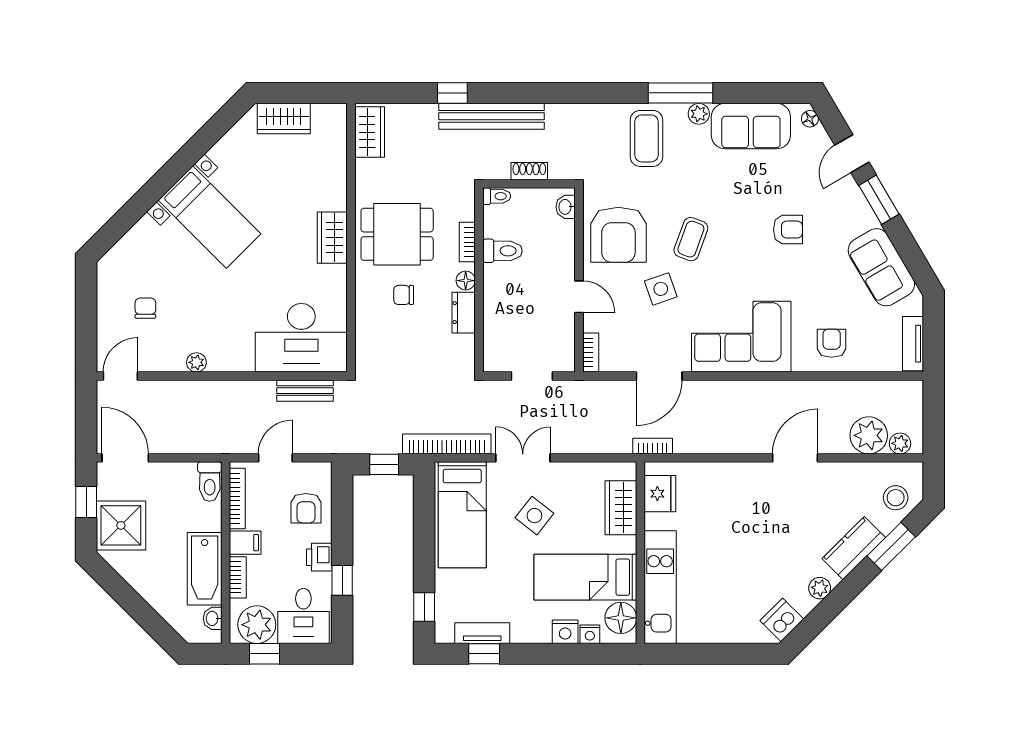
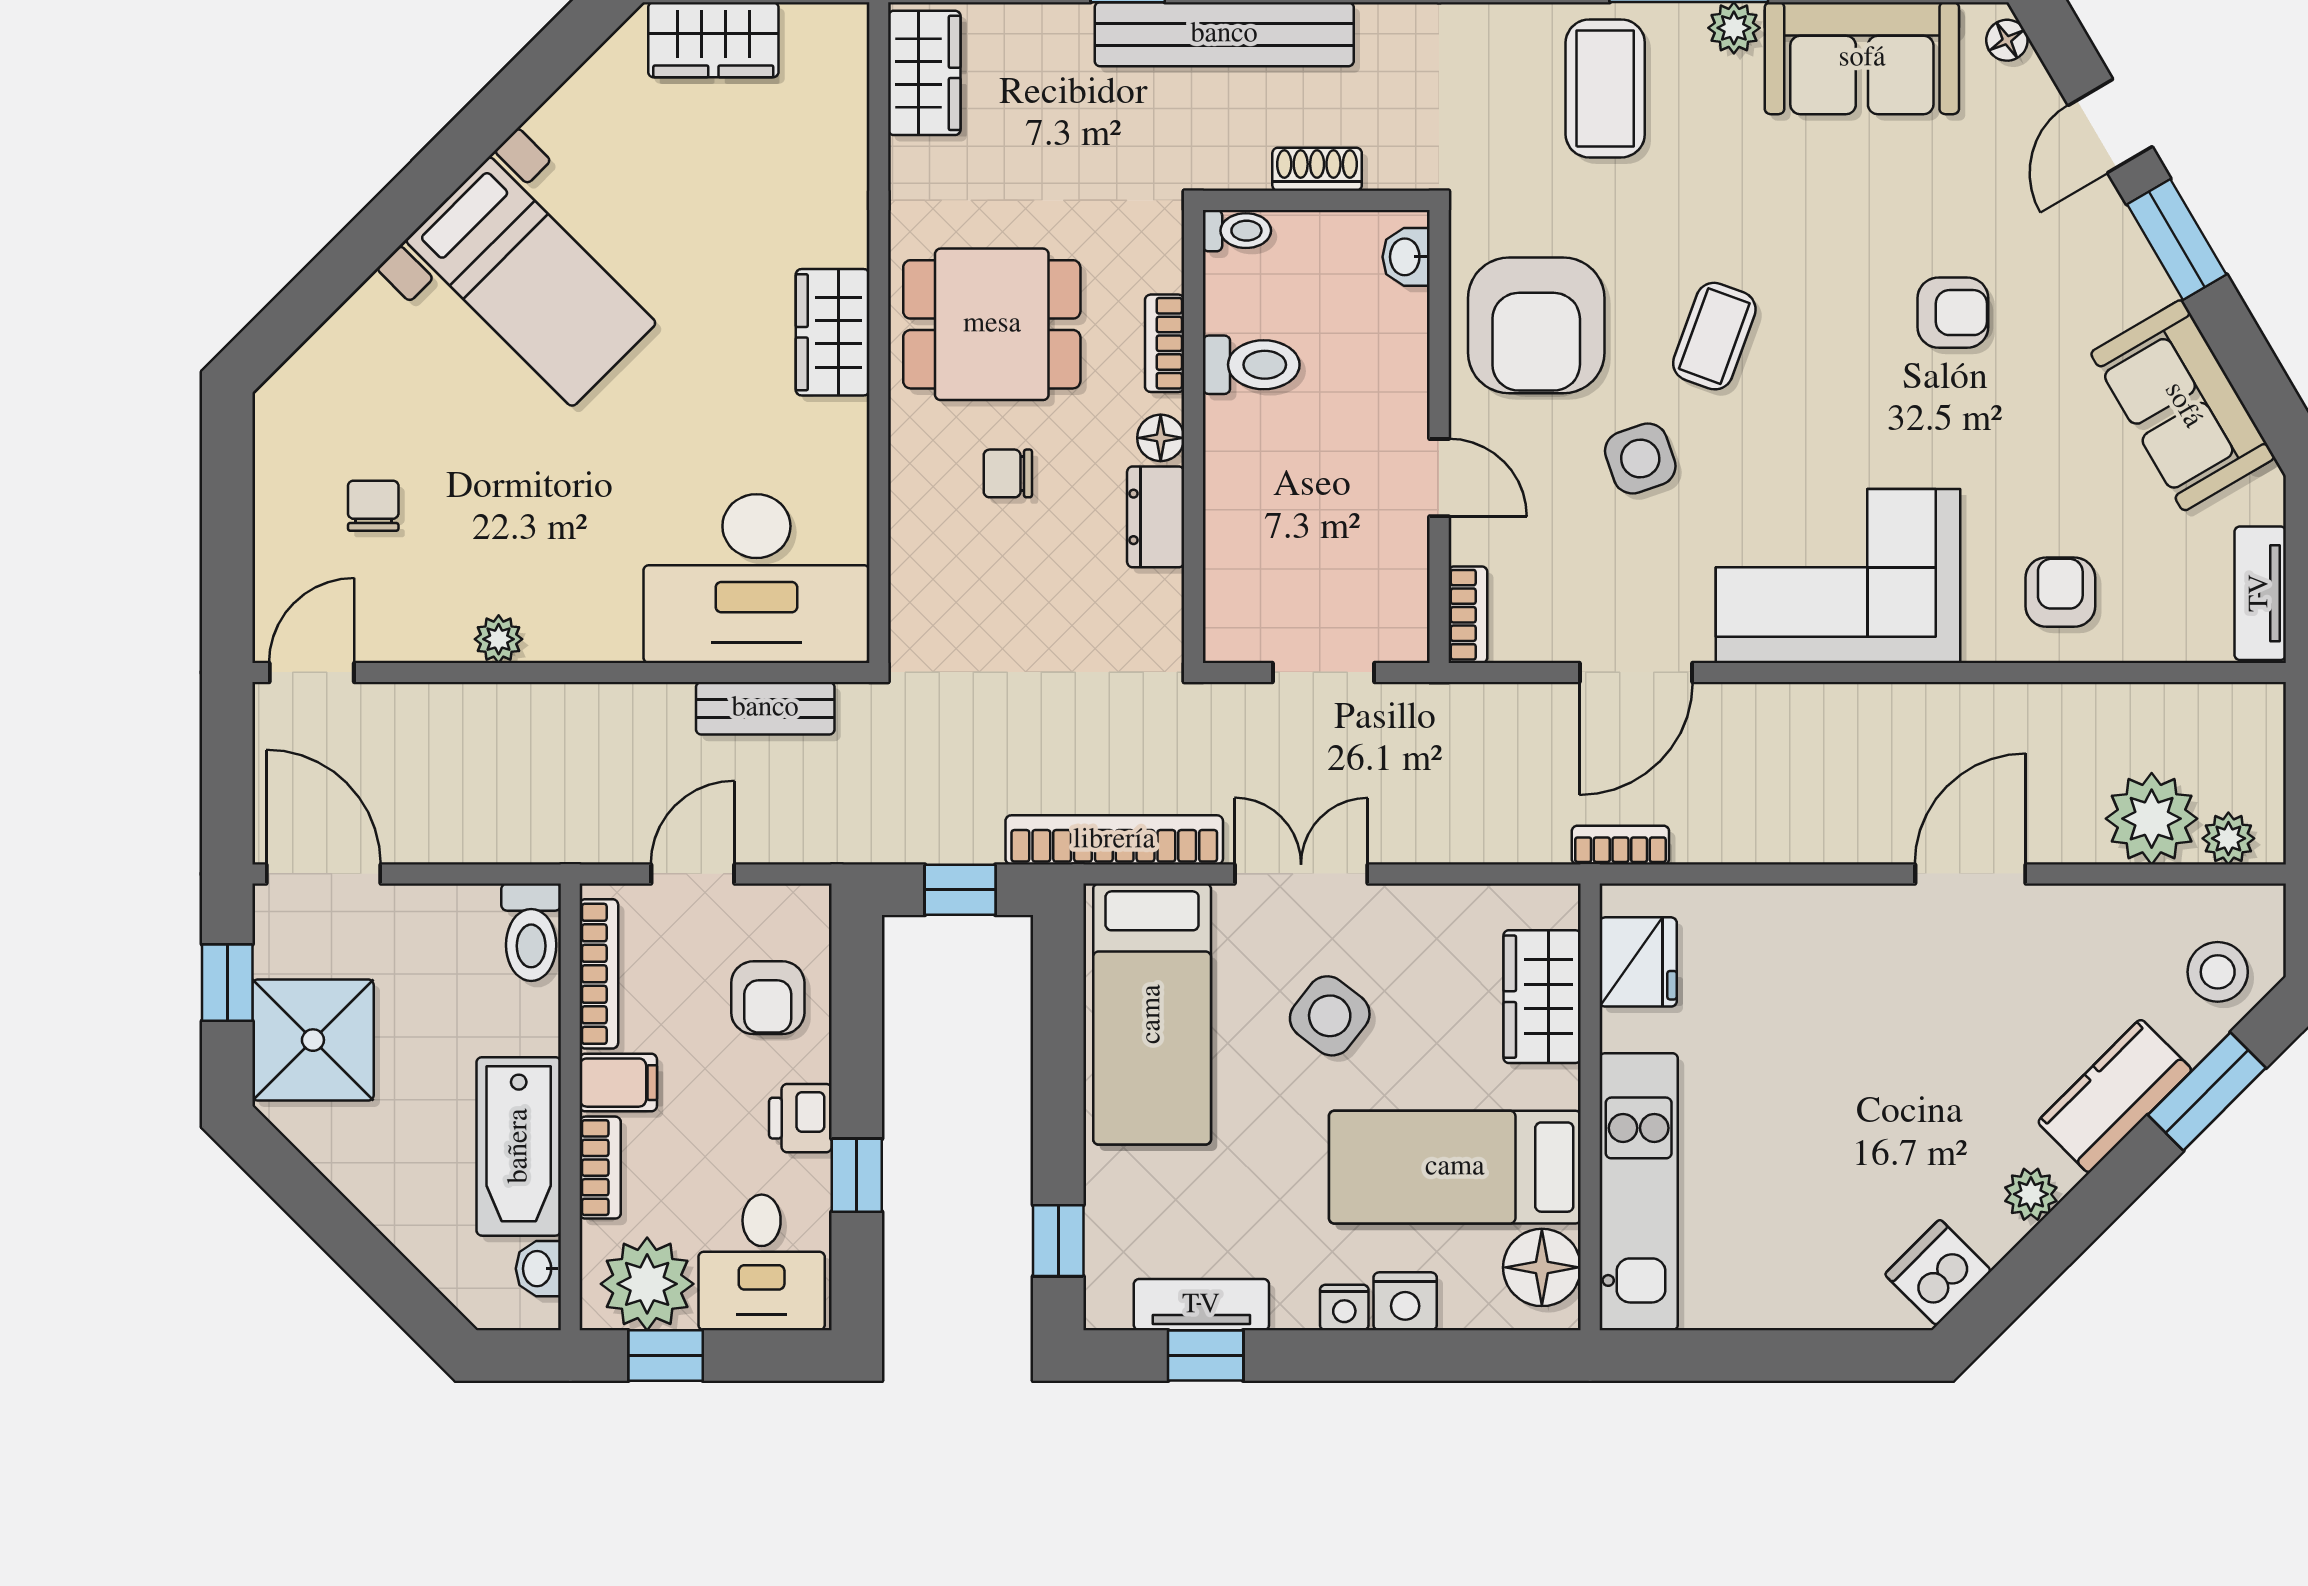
nightstand: (590, 634) -> (1344, 1308), moved

